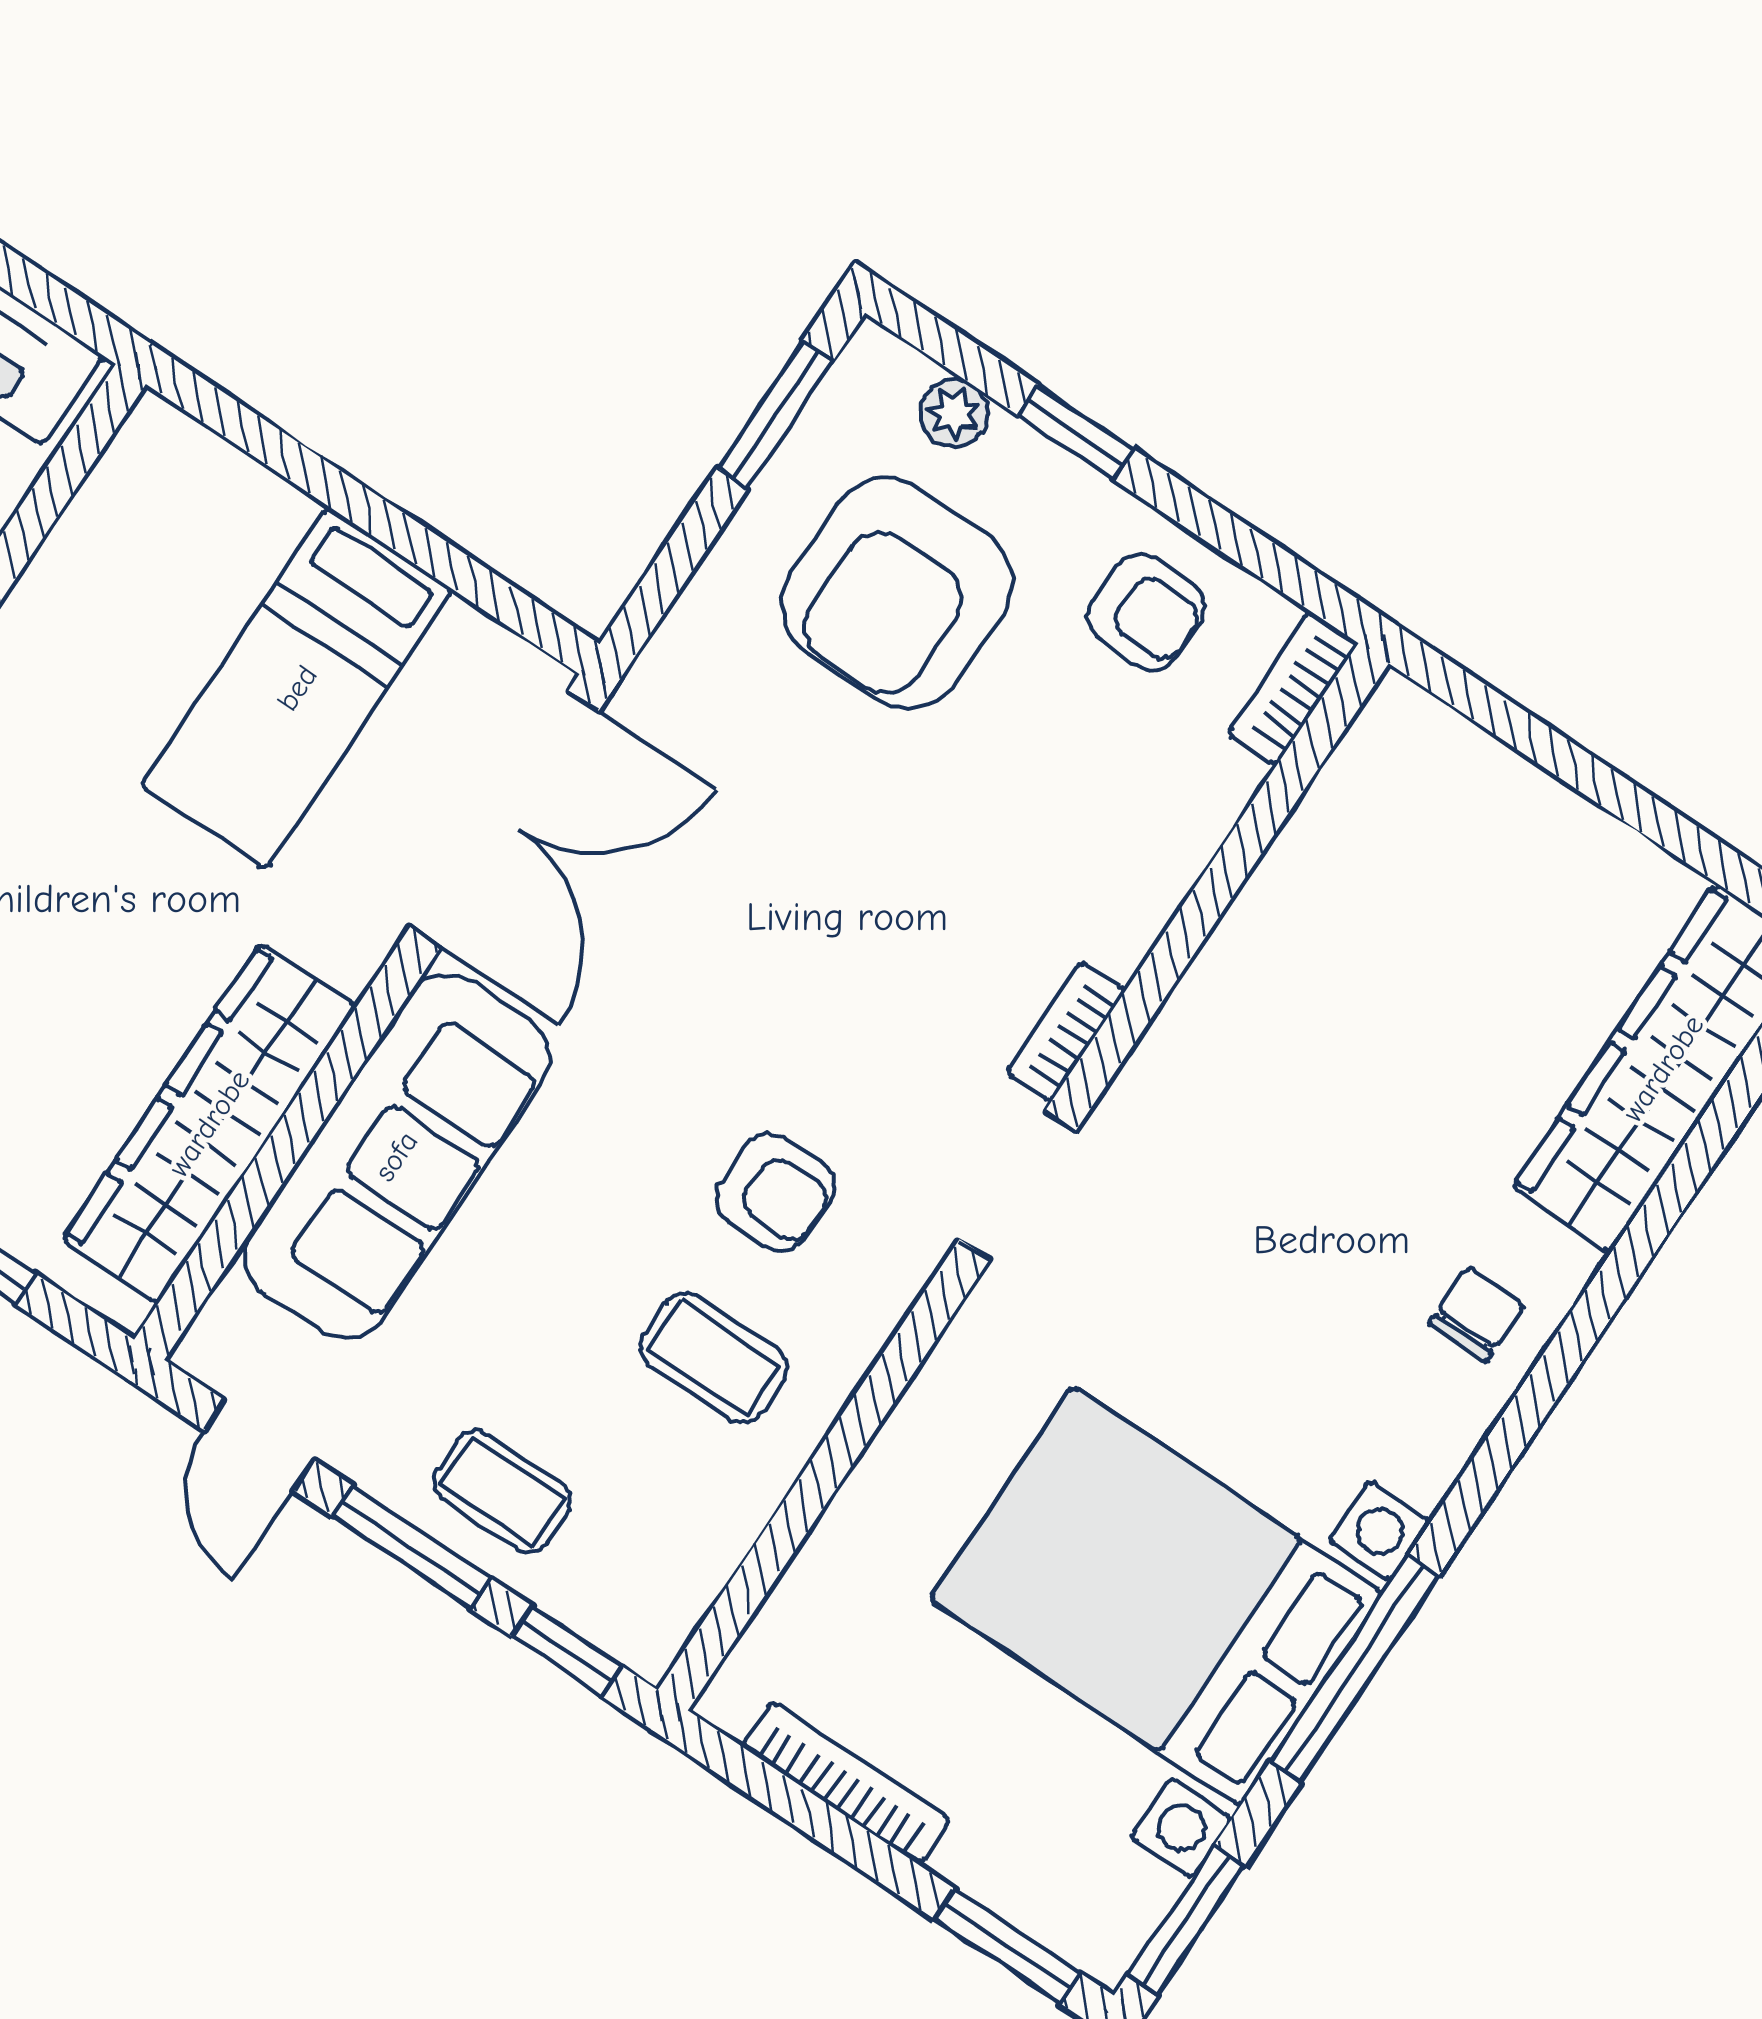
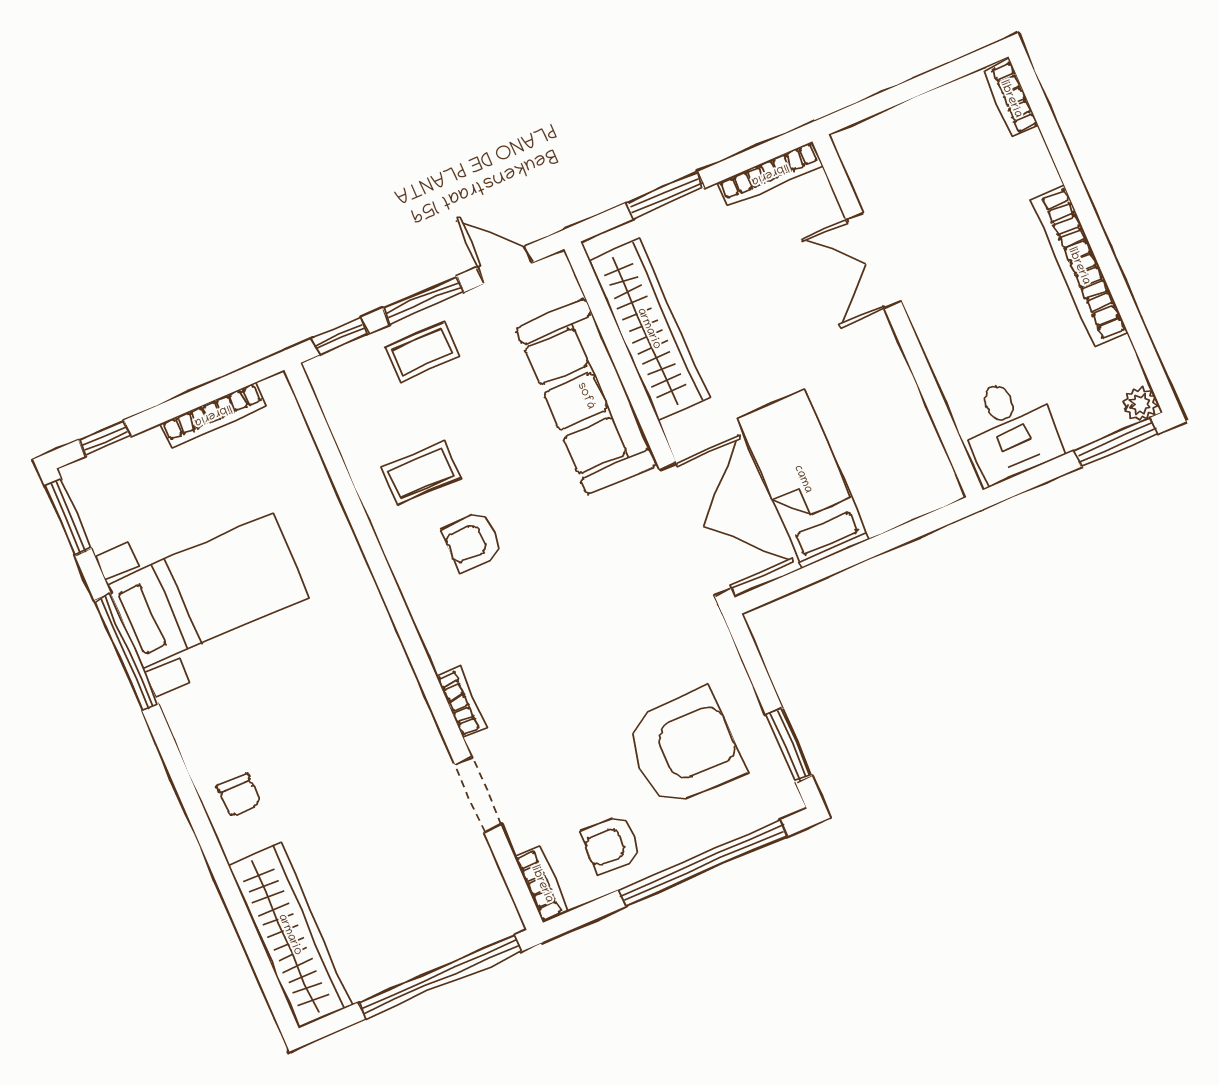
plant: (954, 413) -> (743, 819), removed
window: (1076, 432) -> (703, 863), width x3.17
armchair: (897, 593) -> (684, 748), turned 90
window: (1567, 761) -> (440, 977), added
double door: (505, 819) -> (695, 529), swing flipped
doorway: (1017, 1185) -> (478, 795), moved
bed with nightstands: (1156, 1596) -> (208, 591), width x0.73
window: (1007, 1946) -> (105, 438), width x0.67

